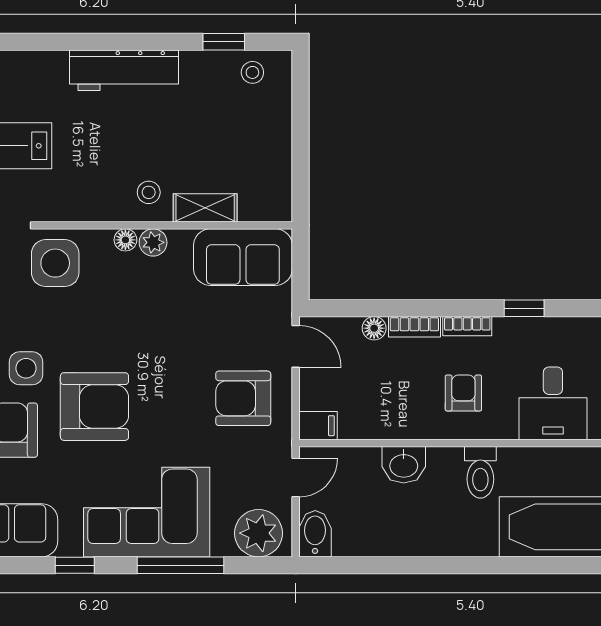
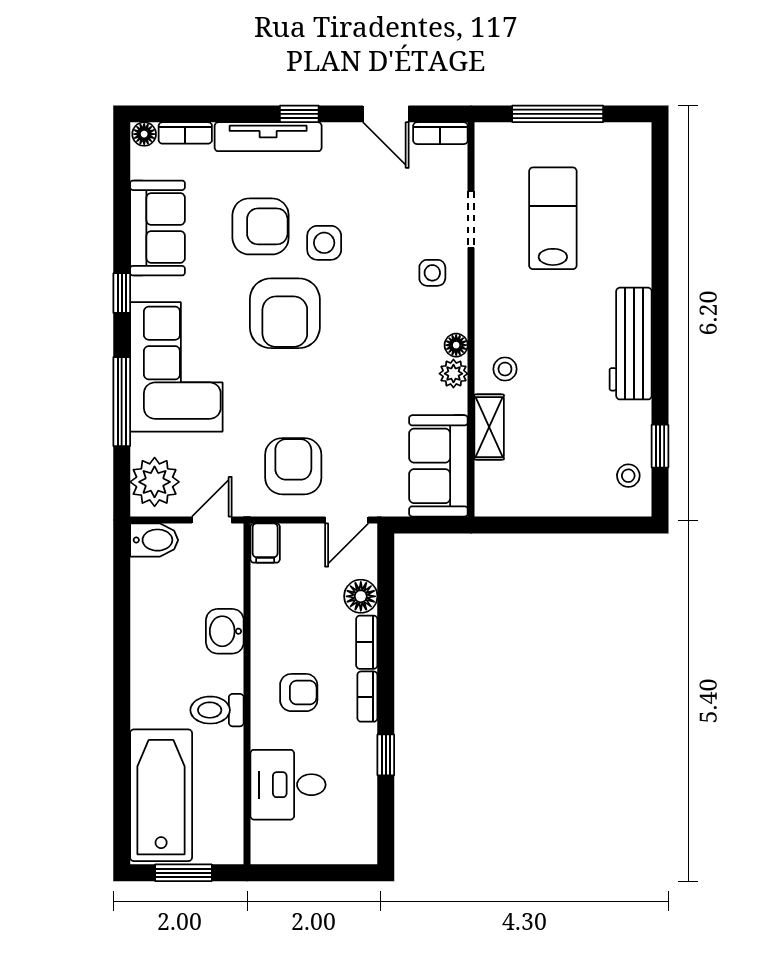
side table: (55, 263) -> (432, 273), width x0.54, depth x0.54
floor lamp: (374, 328) -> (361, 596), width x1.37, depth x1.37
door: (296, 478) -> (212, 520), swing flipped

